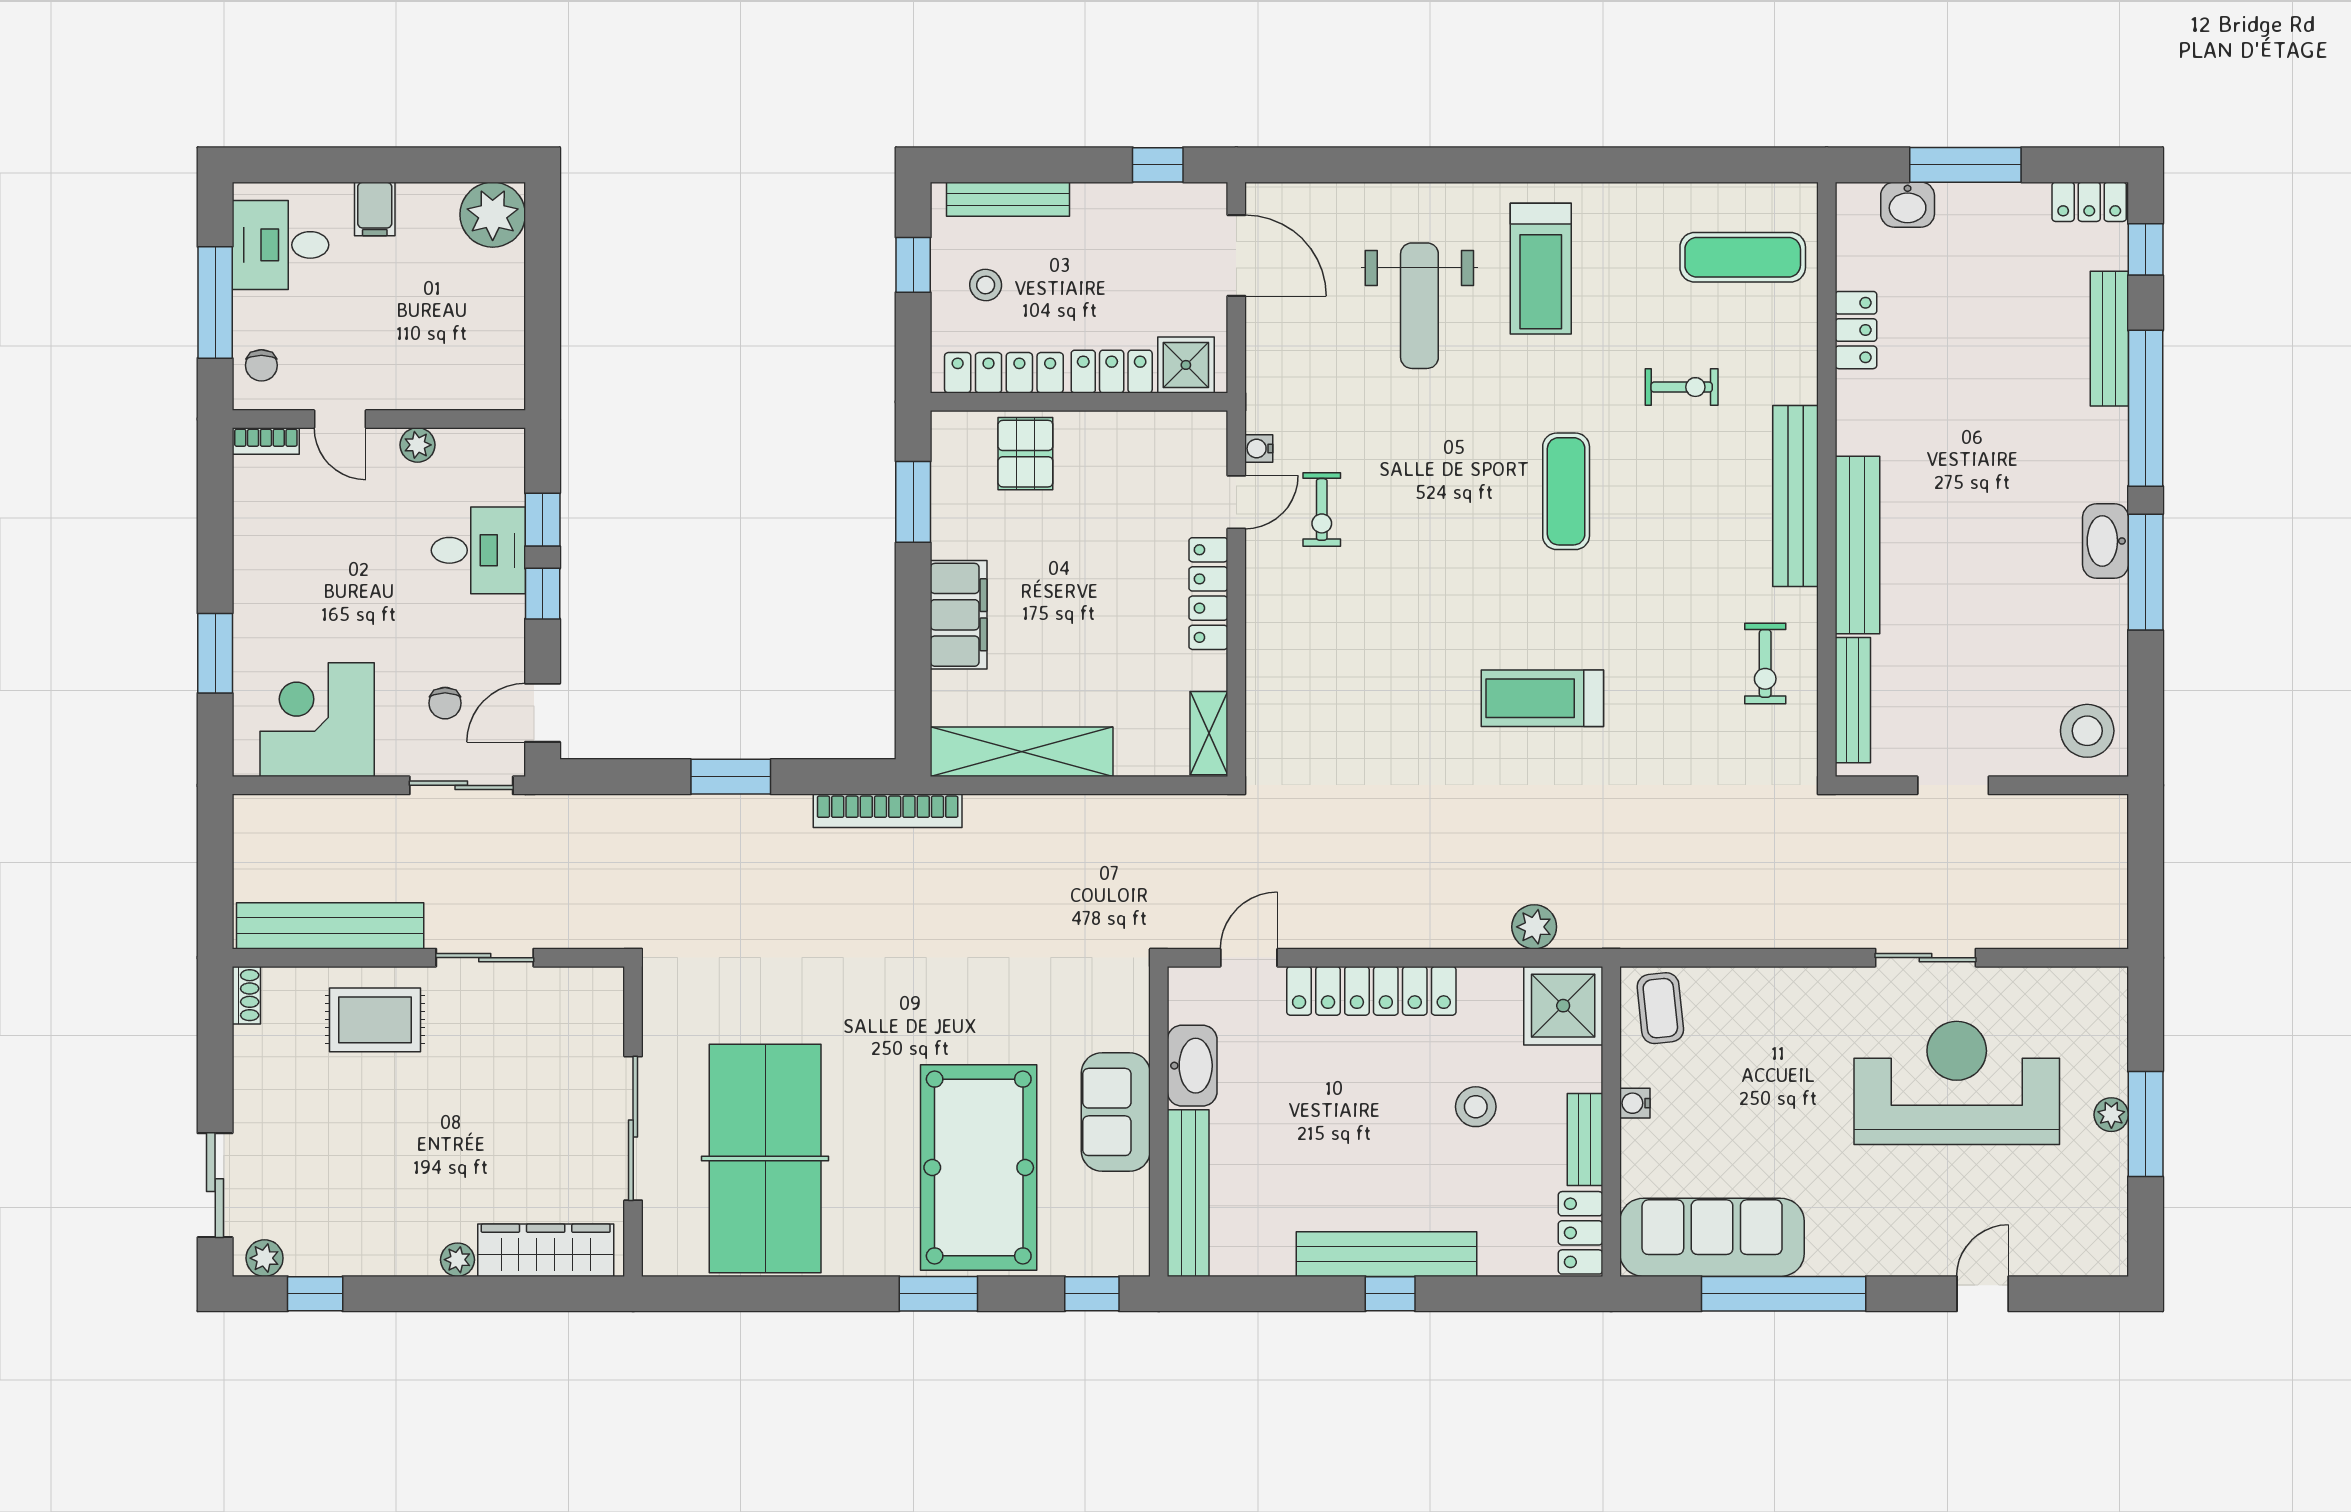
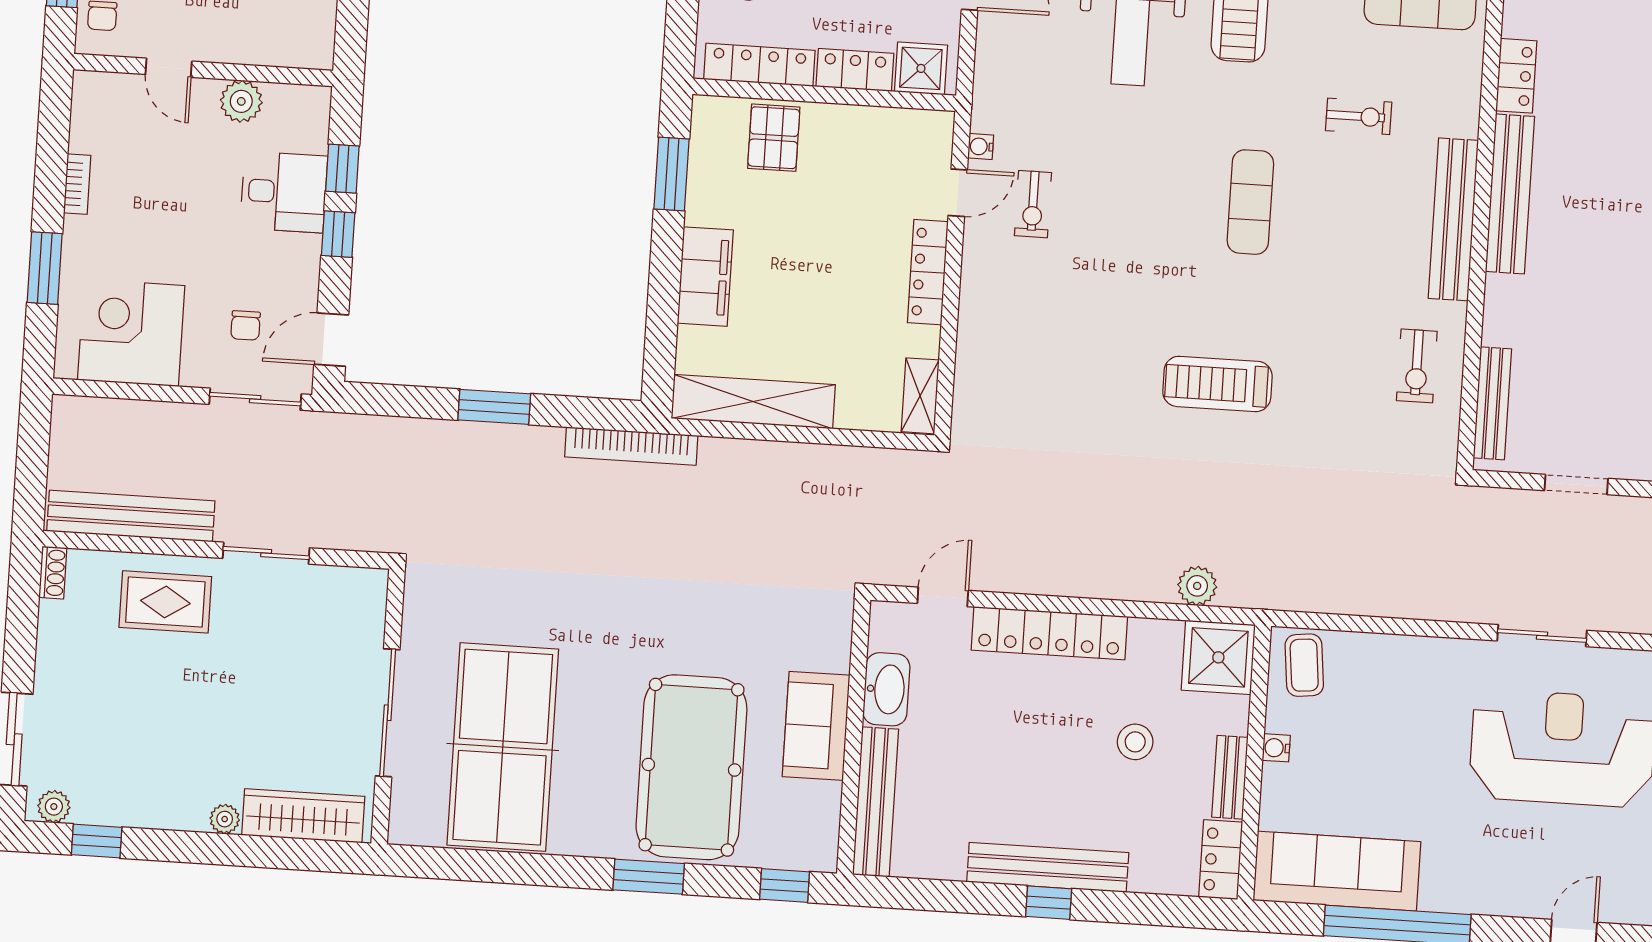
bookcase: (266, 441) -> (77, 184), moved, turned -90
plant: (418, 445) -> (241, 101), width x1.38, depth x1.38
bench: (1857, 545) -> (1510, 194), moved

